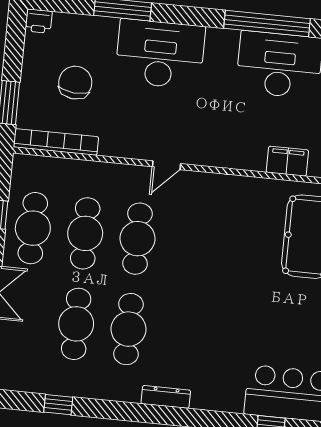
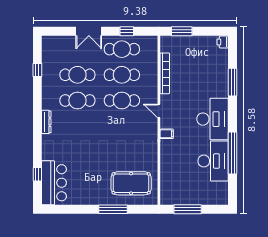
desk: (160, 54) -> (213, 119), moved
chair: (75, 83) -> (195, 63), removed
bookcase: (56, 142) -> (165, 73), moved
filing cabinet: (287, 161) -> (167, 134), moved, width x0.50

